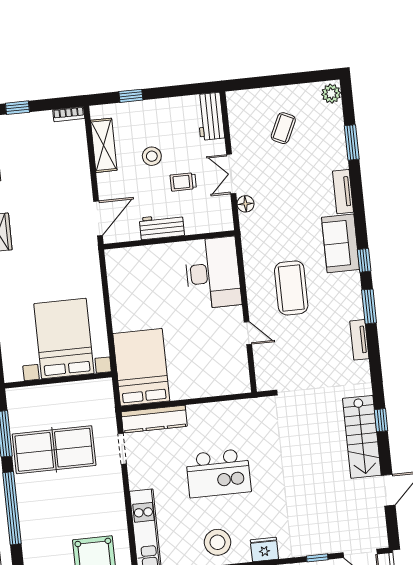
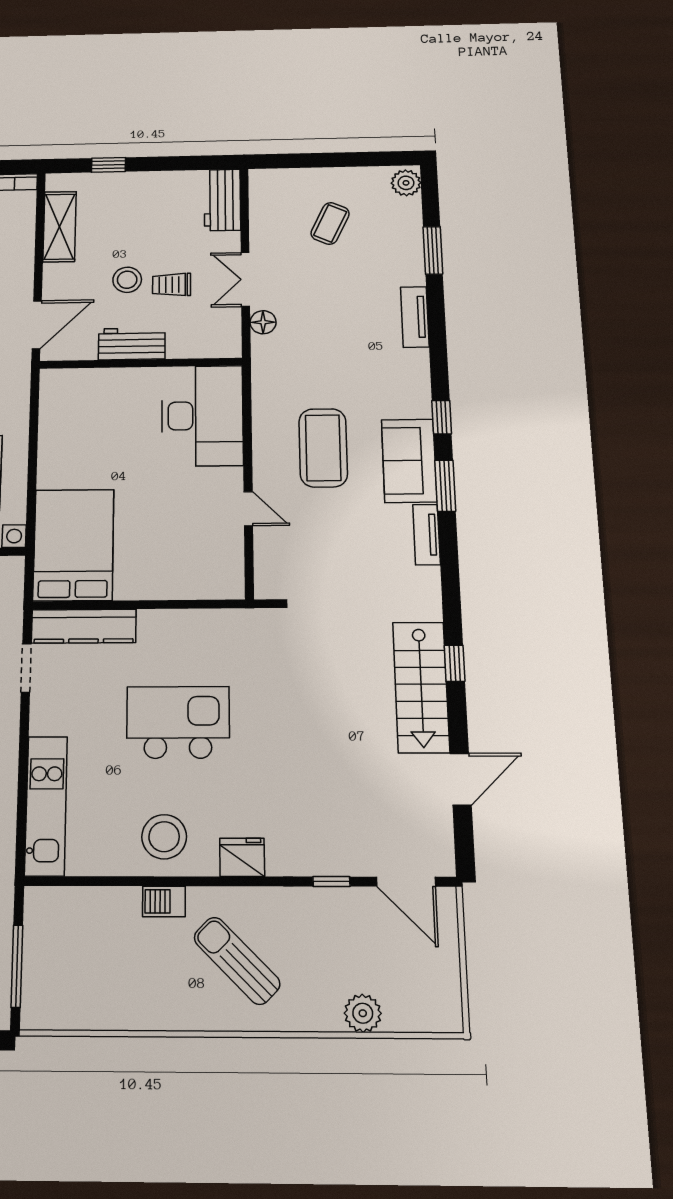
stool: (152, 156) -> (127, 280), moved
sofa: (341, 243) -> (409, 461), moved
kitchen island: (218, 473) -> (178, 722), turned 180

